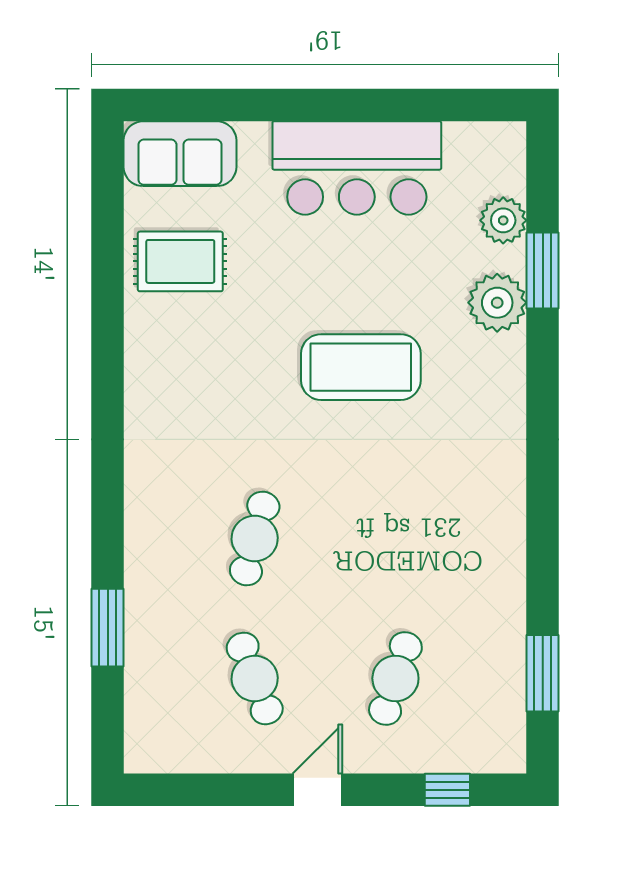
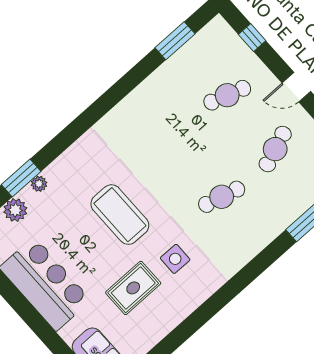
rug: (180, 261) -> (133, 288), moved, turned 90
plant: (497, 303) -> (39, 184), width x0.53, depth x0.53
side table: (224, 390) -> (175, 259), added

